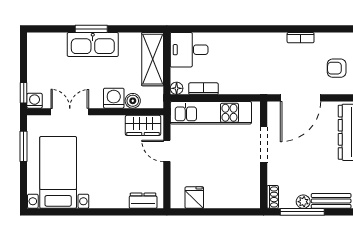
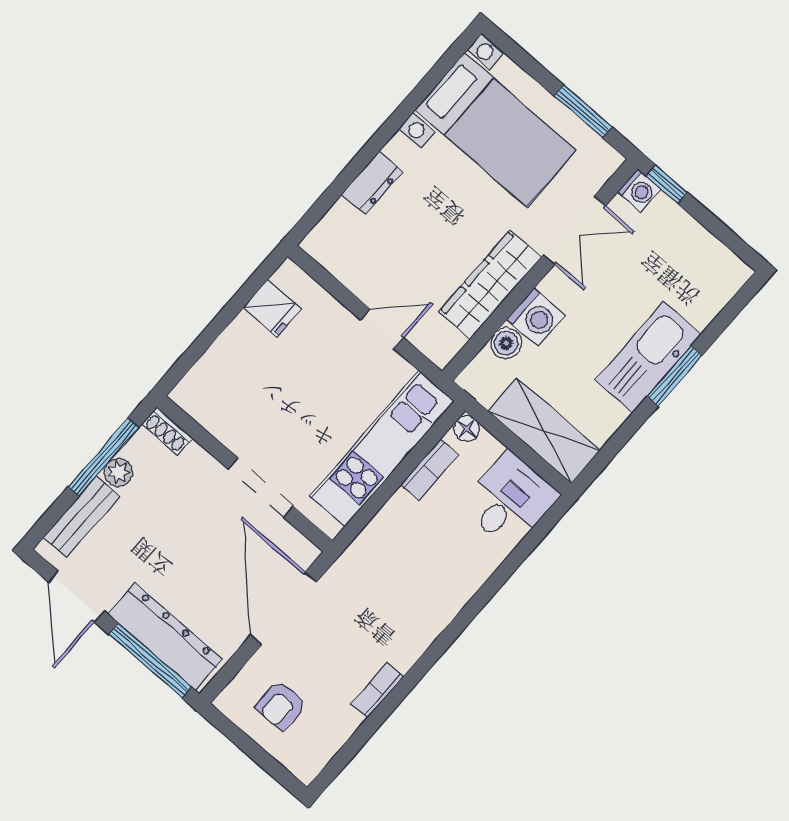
armchair: (337, 68) -> (281, 705), turned 180
wardrobe: (143, 125) -> (490, 284), moved, width x1.50
dresser: (143, 201) -> (372, 183), moved

